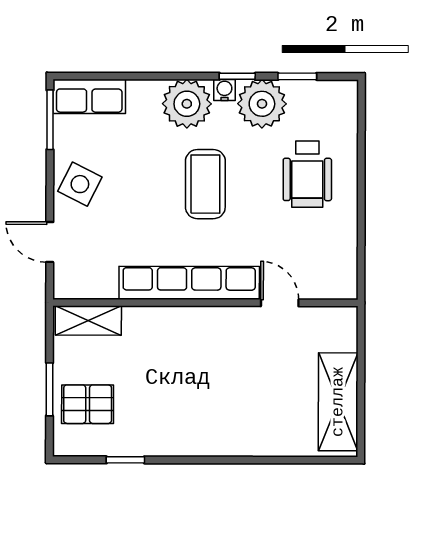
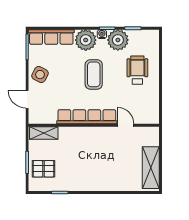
row of seats: (89, 96) -> (51, 37), width x1.48
wheelchair: (307, 174) -> (137, 70), turned 180

